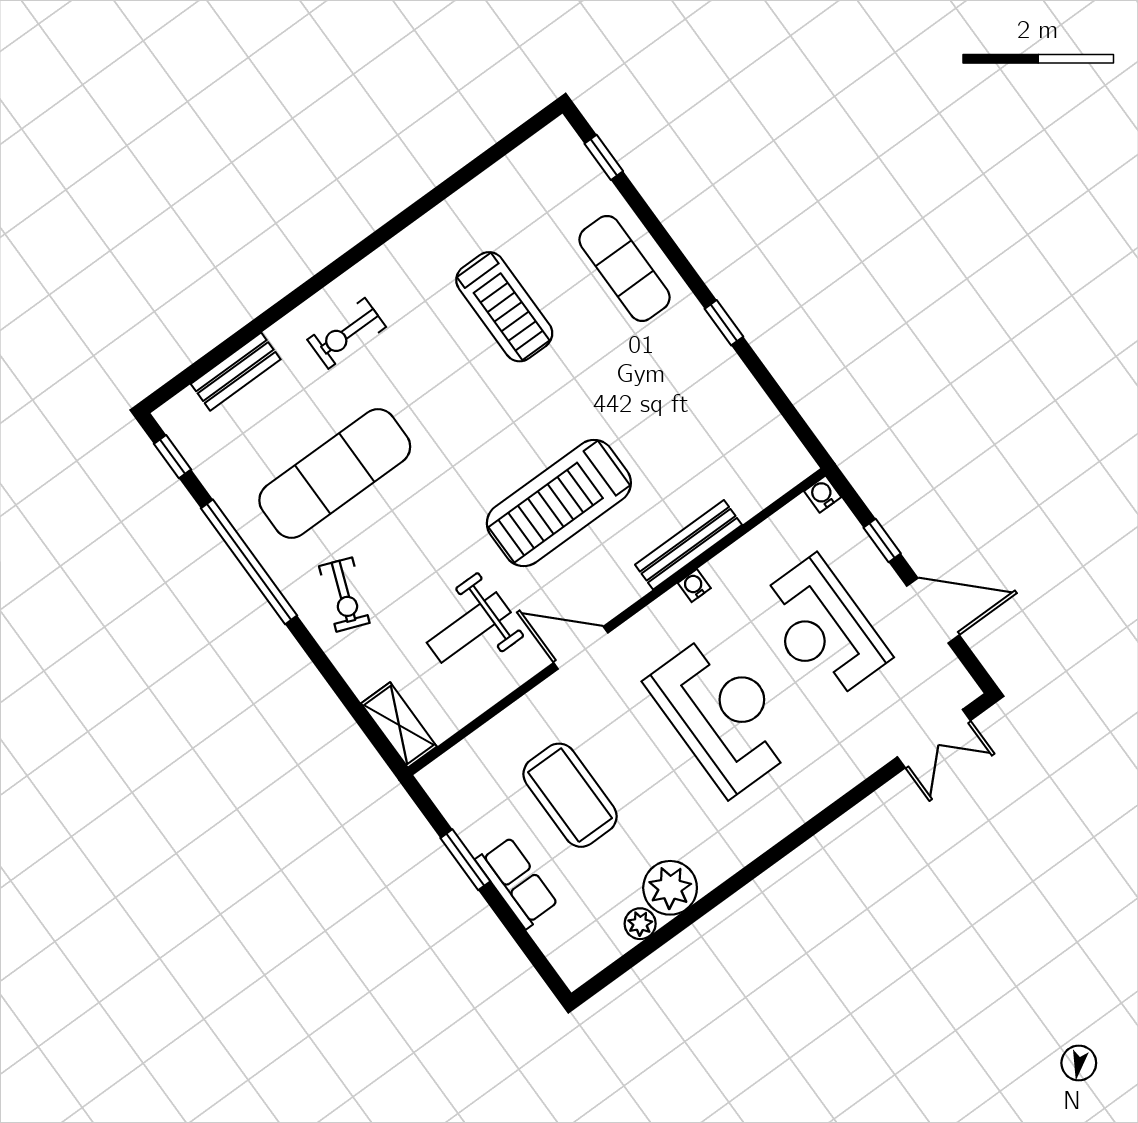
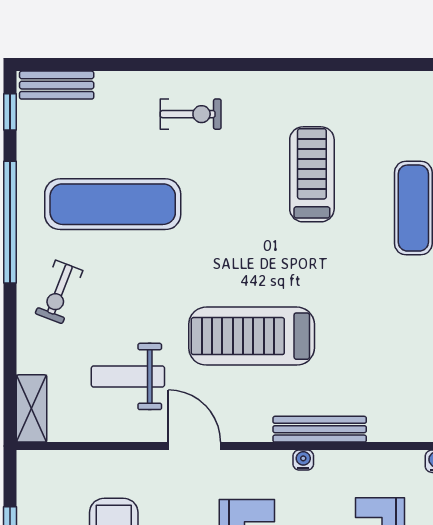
treadmill: (504, 307) -> (312, 174), turned 180
exercise bike: (347, 333) -> (191, 114), turned 180
bench: (236, 372) -> (57, 85), moved

